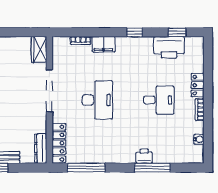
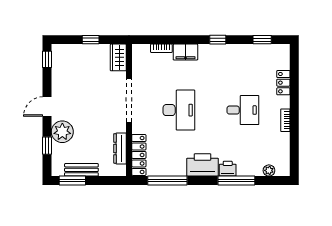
window: (12, 32) -> (91, 40), added
printer: (169, 47) -> (202, 165), moved, turned 180
locker: (198, 85) -> (283, 83), moved
water cooler: (199, 139) -> (285, 151), removed
dresser: (41, 148) -> (120, 148), moved
plant: (184, 158) -> (269, 170), added

